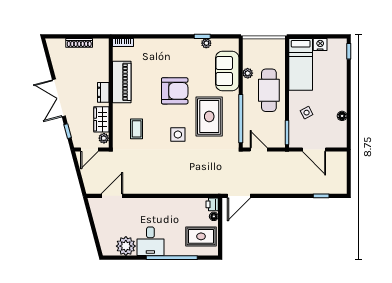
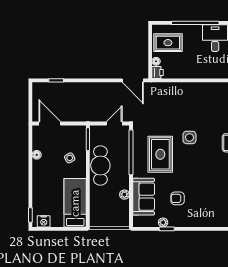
nightstand: (320, 44) -> (44, 221), moved
cafe table: (269, 90) -> (100, 165), moved
armchair: (175, 91) -> (178, 198), moved, width x0.53, depth x0.53
door: (259, 150) -> (114, 123), swing flipped
door: (314, 150) -> (50, 123), moved
door: (239, 196) -> (133, 80), swing flipped

